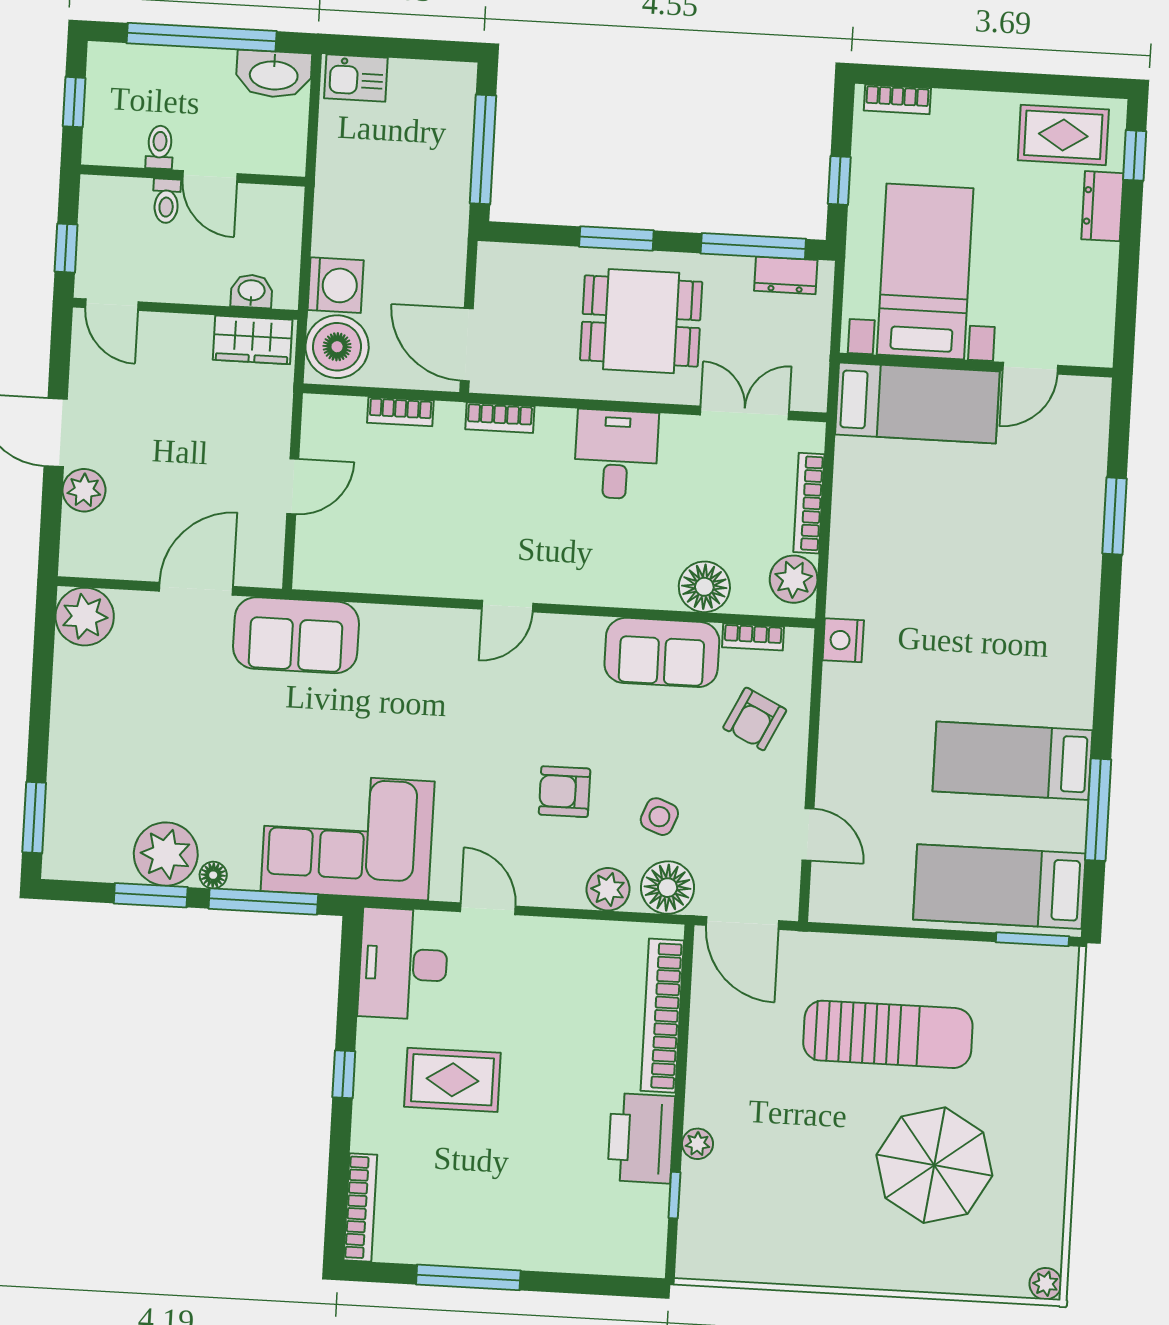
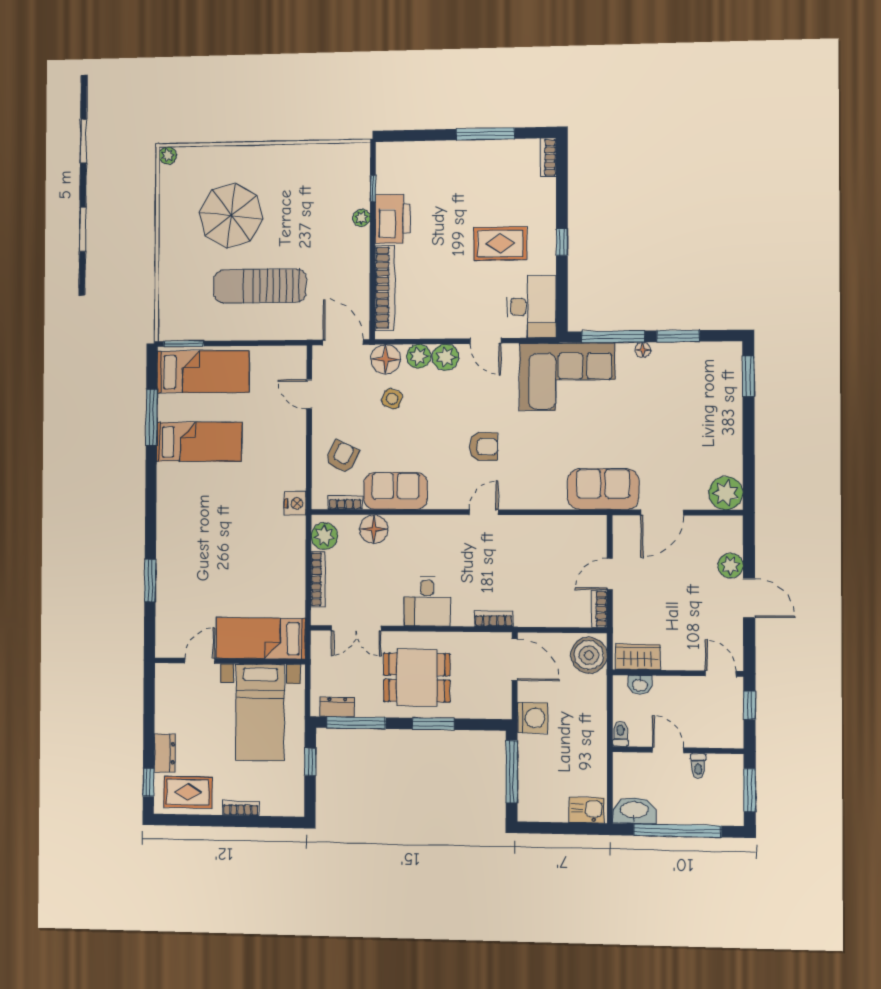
bookcase: (897, 99) -> (241, 808), moved
window: (74, 102) -> (750, 790), width x1.50
toilet: (166, 201) -> (620, 734), moved
washing machine: (336, 285) -> (533, 718), moved, turned 180
bookcase: (400, 412) -> (599, 609), moved, turned -90
armchair: (565, 792) -> (483, 447), moved
plant: (166, 854) -> (446, 357), moved, width x0.73, depth x0.73
bookcase: (360, 1207) -> (548, 157), width x0.64

